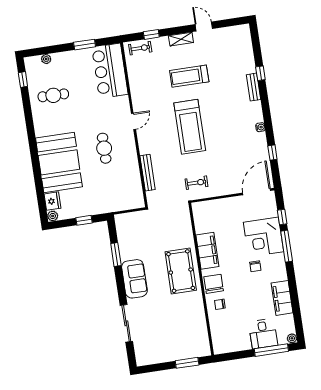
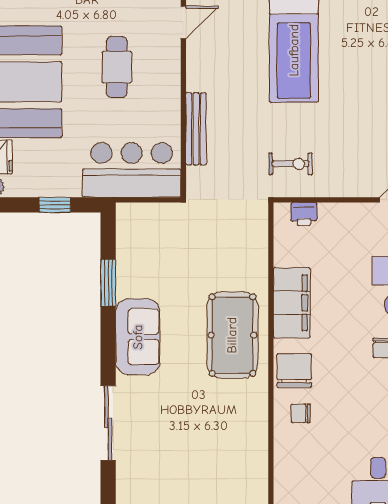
bar counter: (119, 198) -> (132, 170), added
printer: (207, 206) -> (304, 214), added

